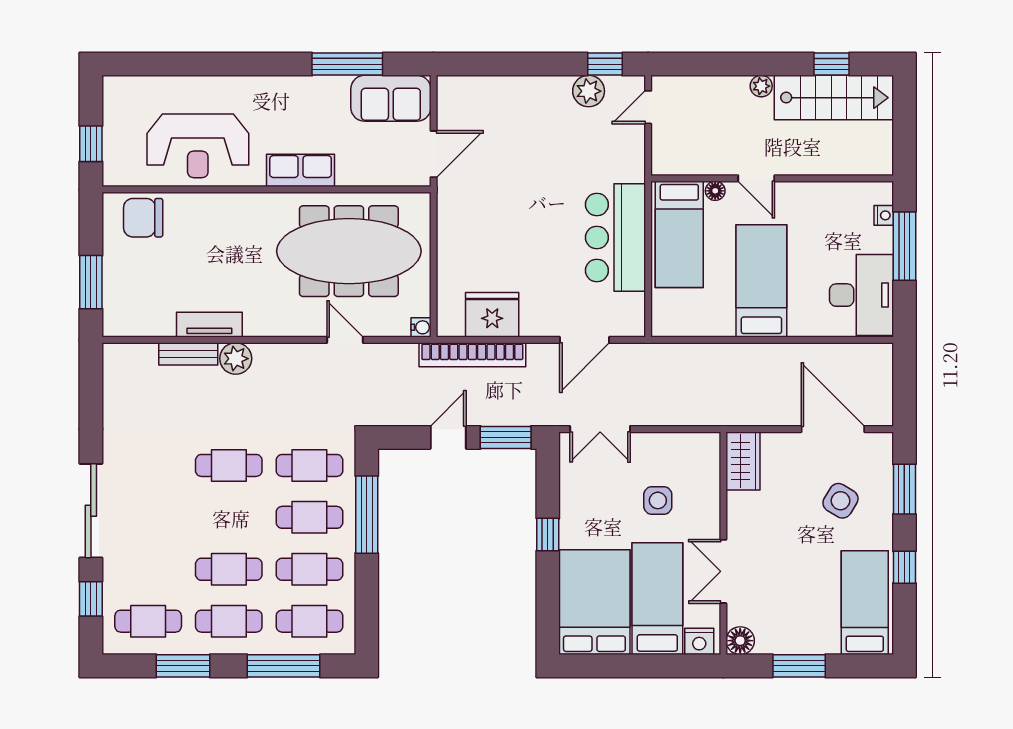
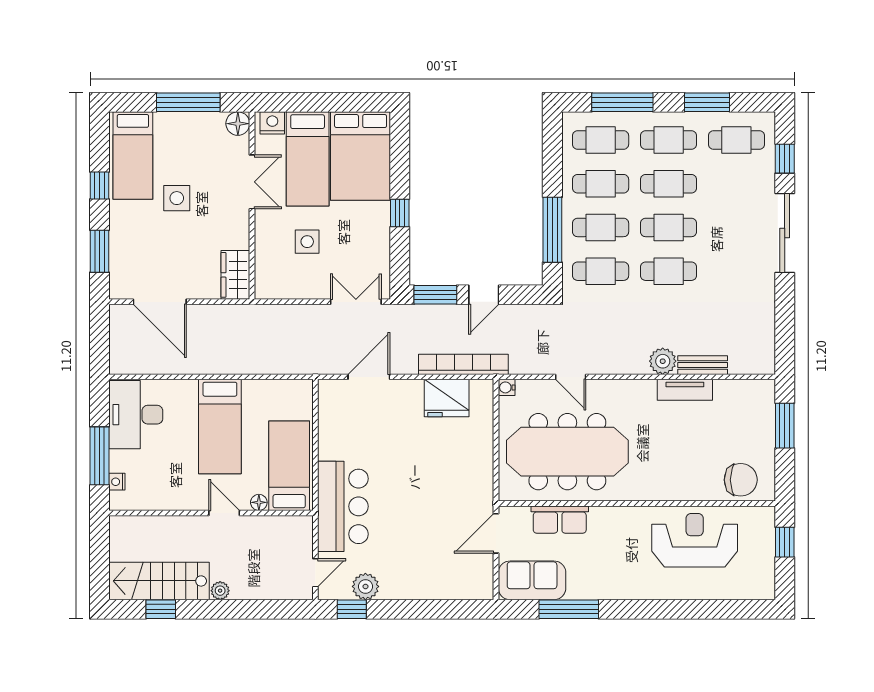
row of seats: (301, 170) -> (560, 520), moved
bar counter: (615, 238) -> (343, 506), moved
side table: (840, 501) -> (177, 198), moved, turned -31
cafe table: (229, 517) -> (669, 227), added
window: (799, 666) -> (188, 102), width x1.44

